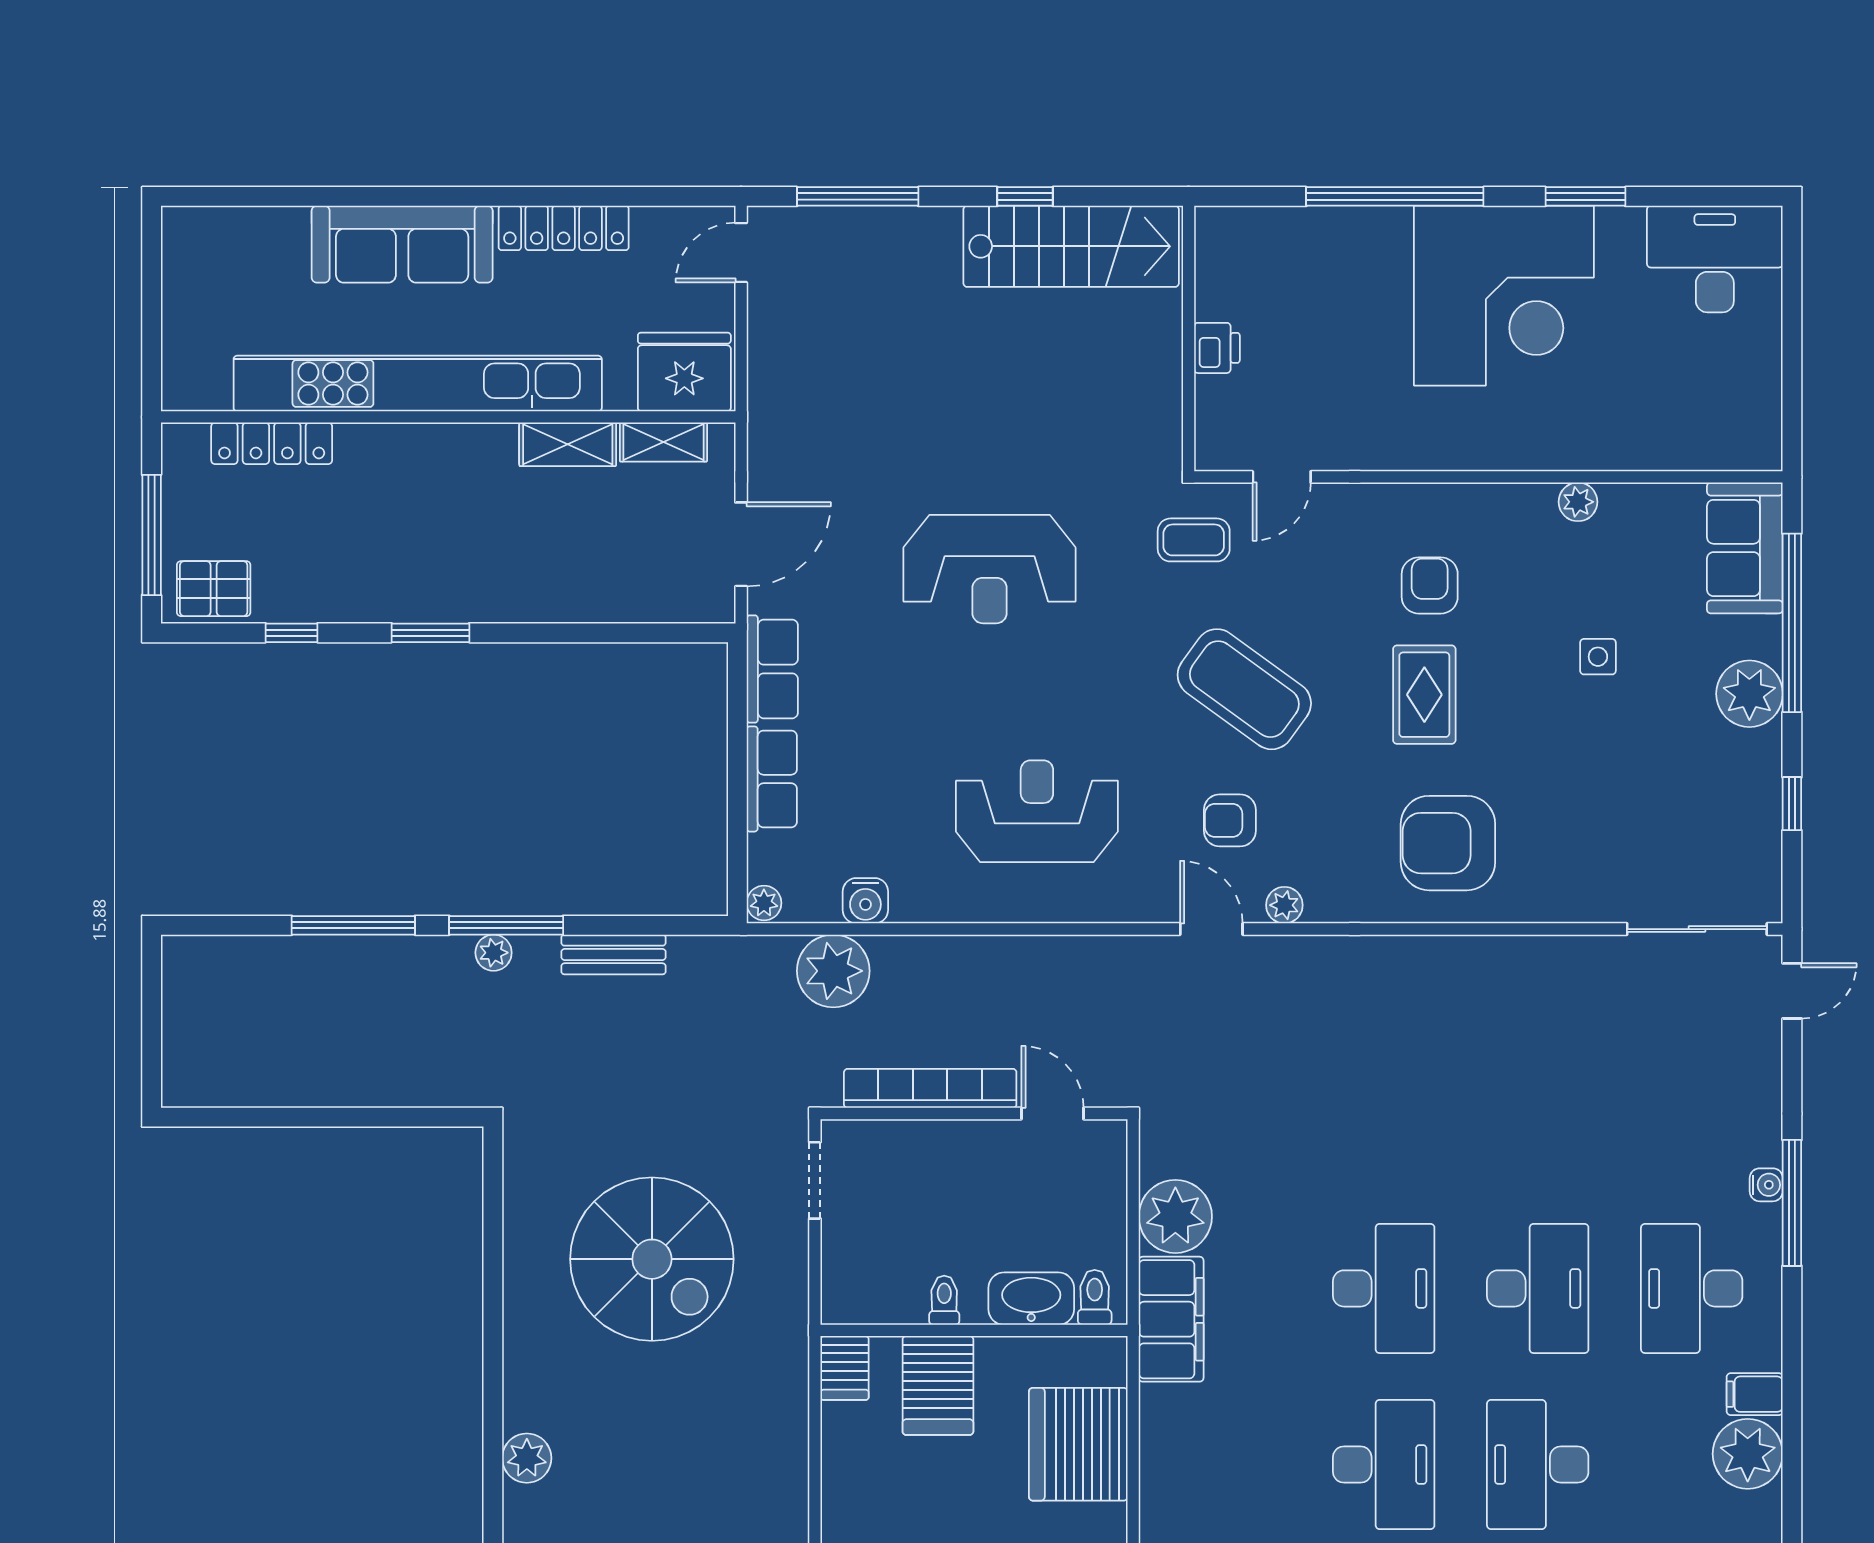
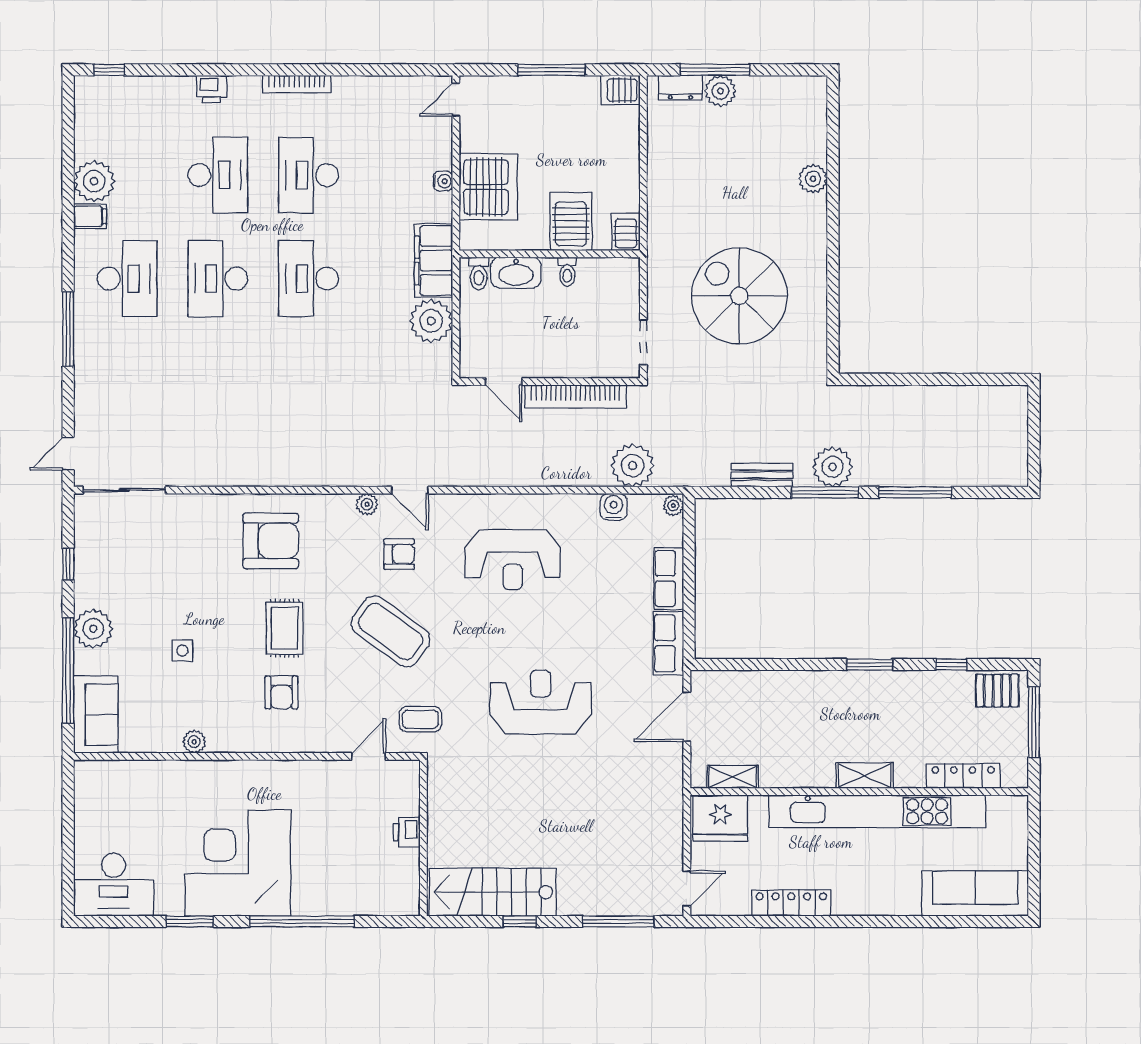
sofa: (402, 244) -> (975, 893), moved
shelving: (568, 444) -> (865, 776), moved
plant: (494, 953) -> (833, 467), width x1.87, depth x1.87
water cooler: (1766, 1185) -> (443, 181), moved, turned 180

